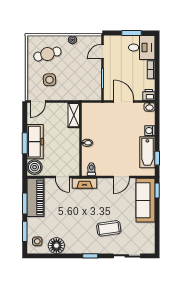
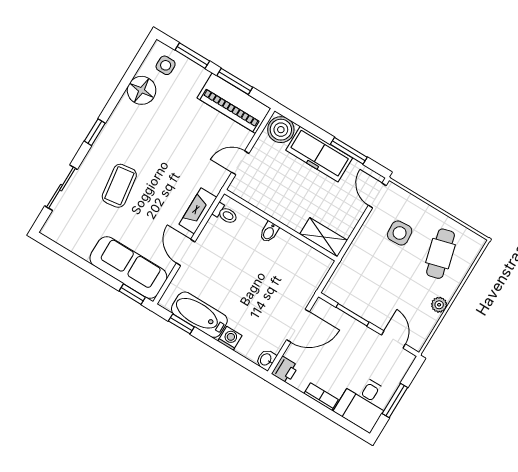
window: (25, 143) -> (349, 151), moved
fireplace: (85, 183) -> (198, 211), moved

